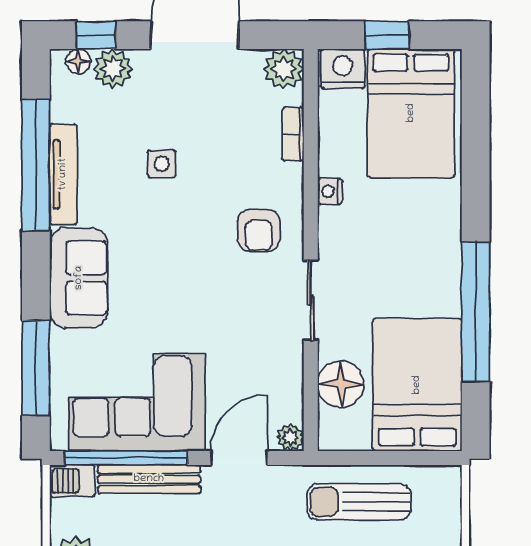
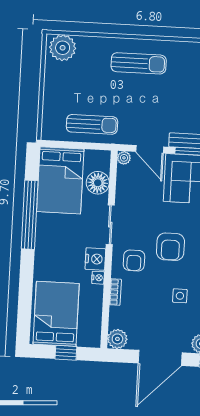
nightstand: (343, 69) -> (95, 259), moved, turned -90
bookcase: (293, 134) -> (115, 292), moved
armchair: (259, 230) -> (134, 260), turned 180
armchair: (186, 262) -> (170, 247), added
door: (239, 458) -> (150, 149), hinge flipped

